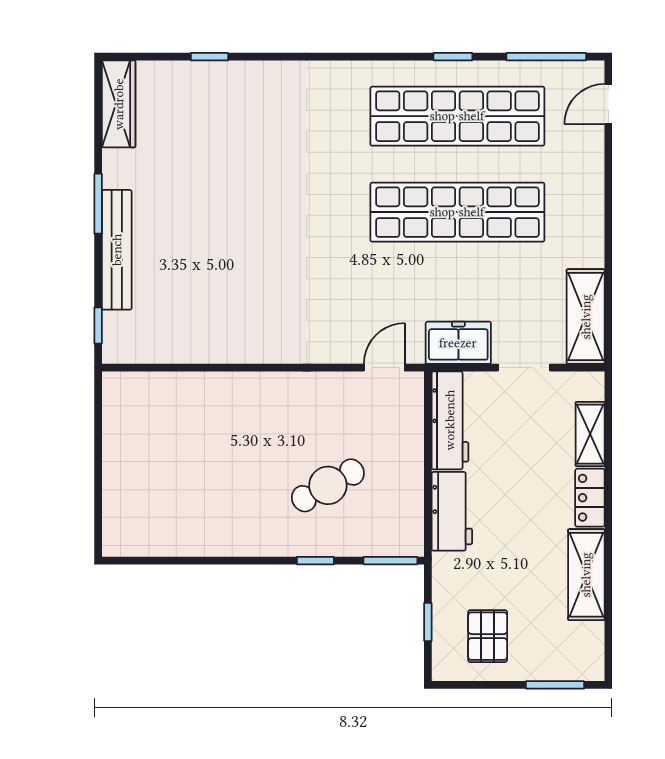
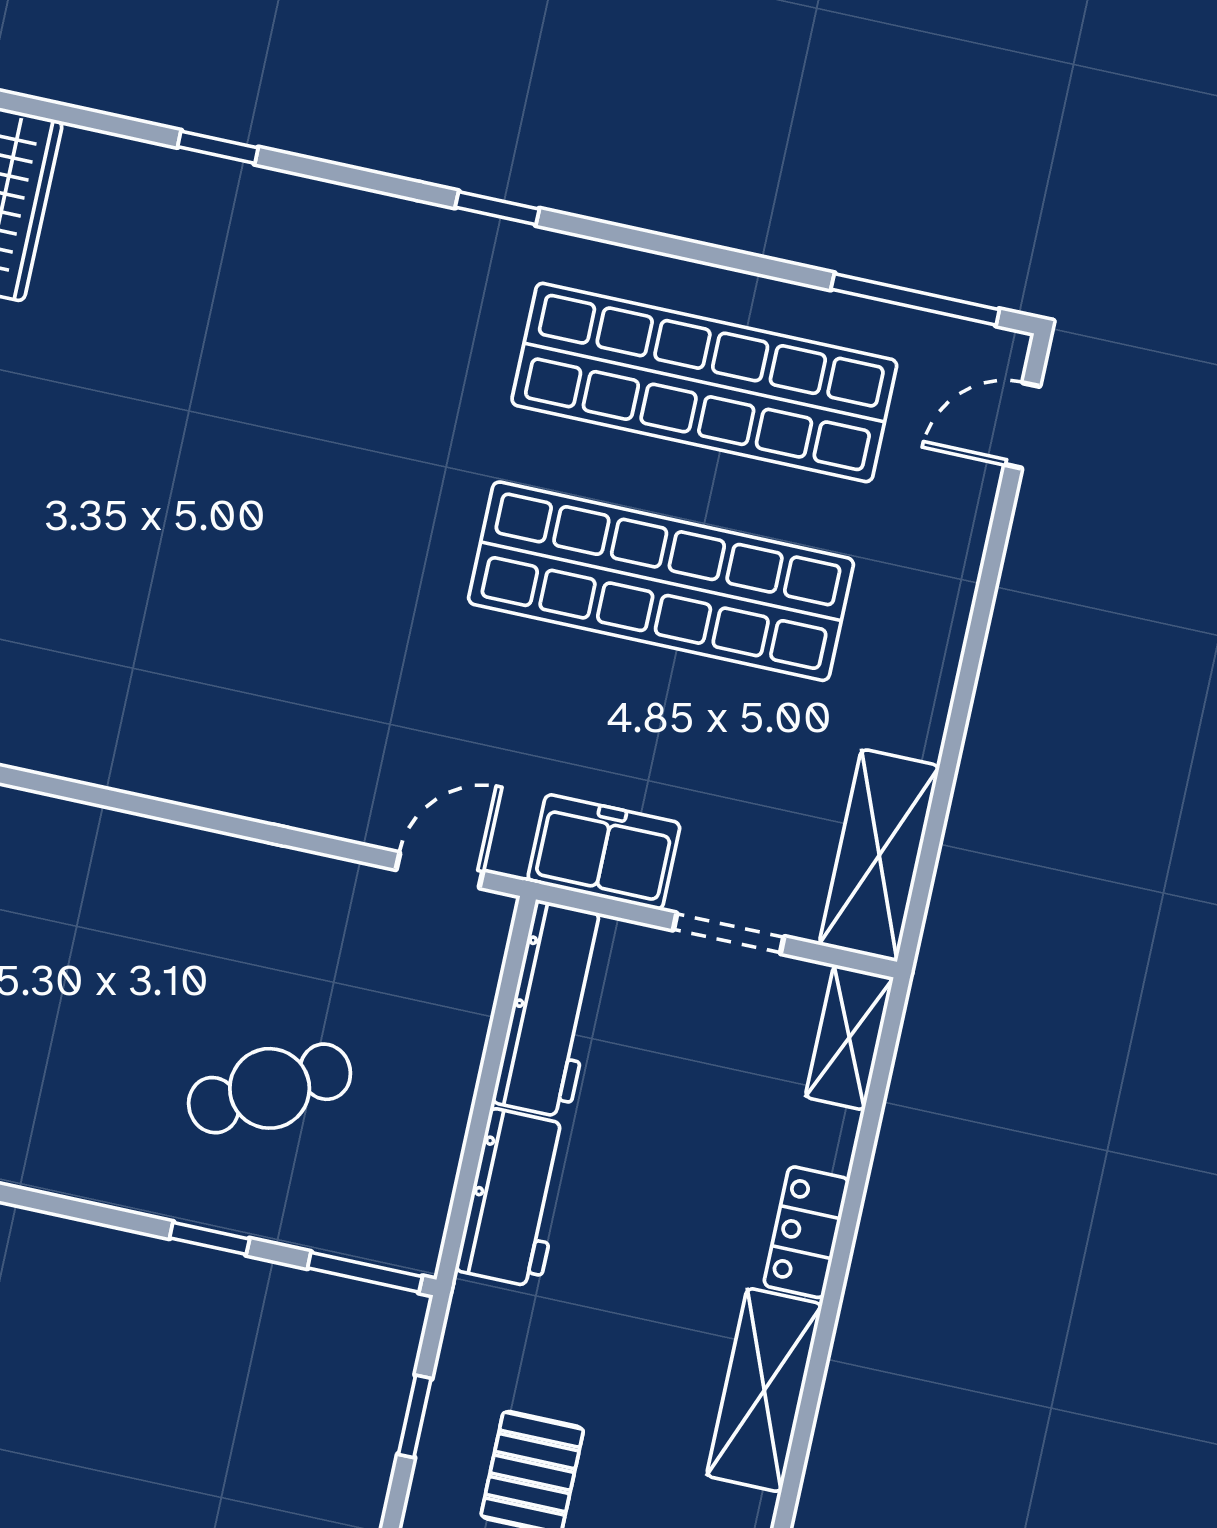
window: (453, 57) -> (497, 208), moved
shelving: (590, 434) -> (849, 1037), moved

